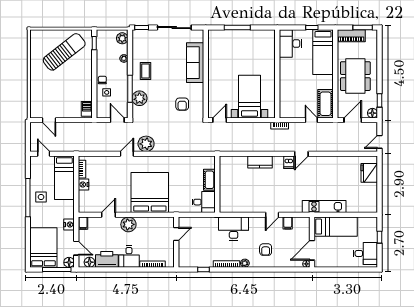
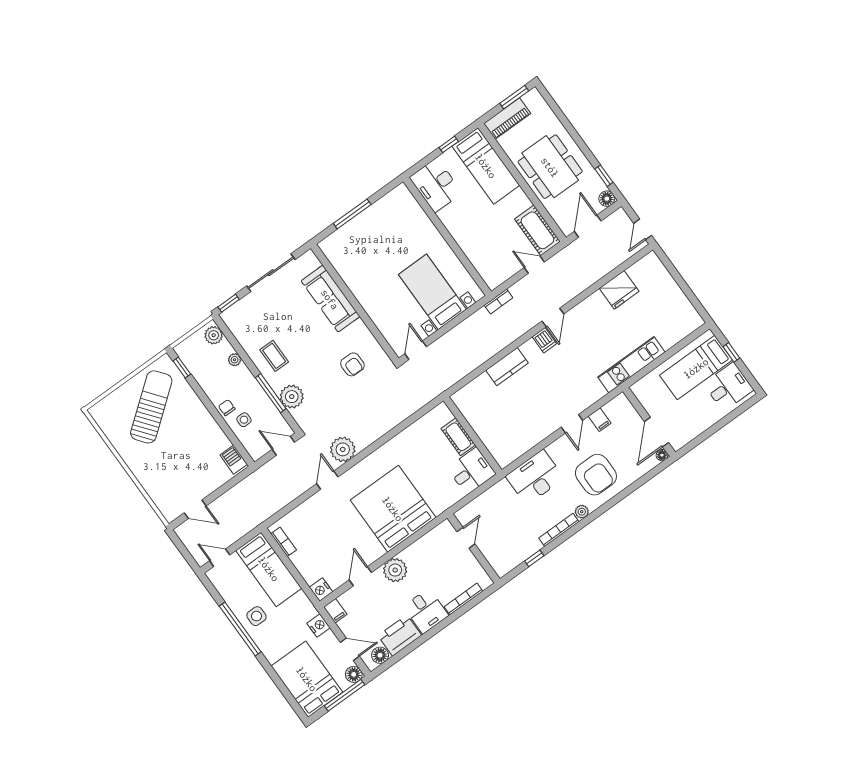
fridge: (369, 173) -> (619, 290), moved, turned -90
nightstand: (84, 185) -> (321, 590), moved
bed: (336, 227) -> (696, 368), moved, turned 180
armchair: (266, 250) -> (596, 475), width x1.88, depth x1.88

